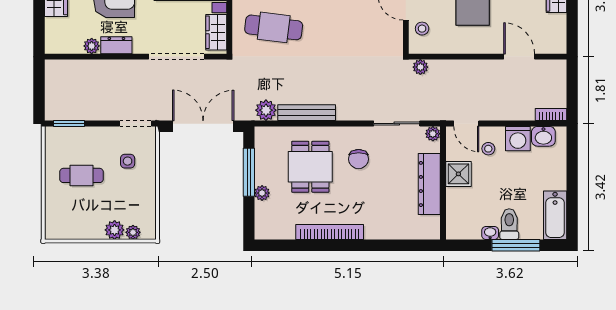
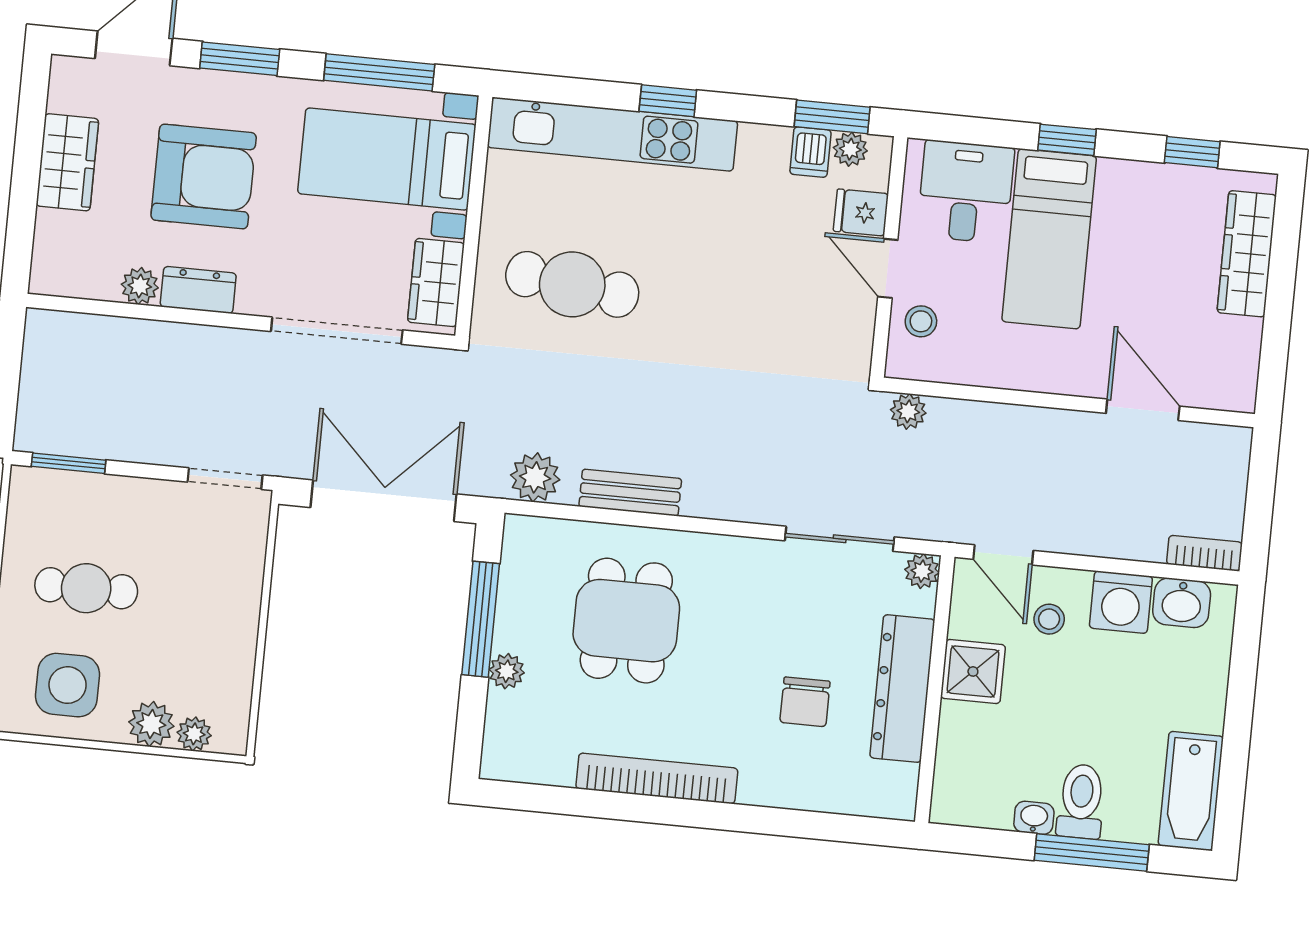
bench: (307, 113) -> (630, 493), width x0.73
chair: (359, 159) -> (805, 702), moved
side table: (128, 161) -> (68, 685), moved, width x1.87, depth x1.87

